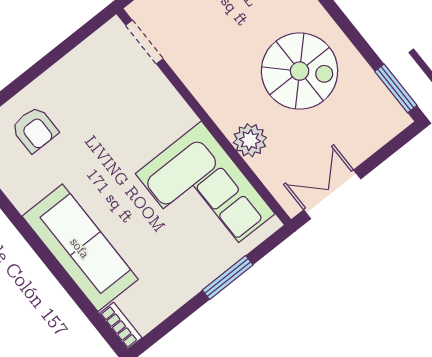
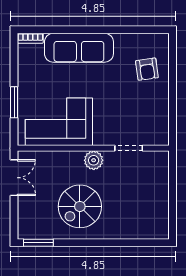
doorway: (144, 42) -> (129, 148), moved
armchair: (35, 129) -> (147, 69), turned -98
plant: (250, 140) -> (94, 160), moved

